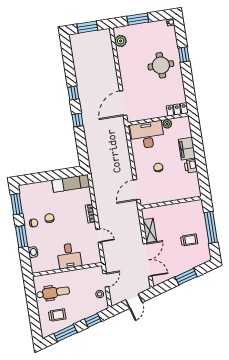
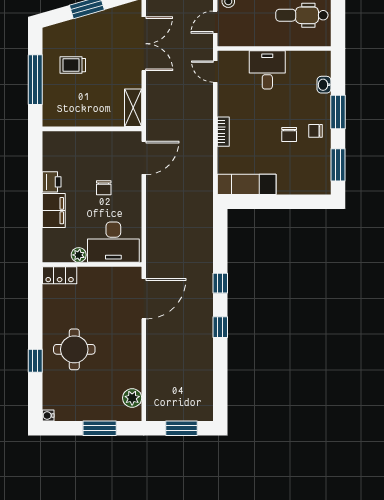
shelving: (150, 230) -> (133, 108), moved
door: (99, 236) -> (215, 72), moved
double door: (148, 260) -> (144, 44), swing flipped

